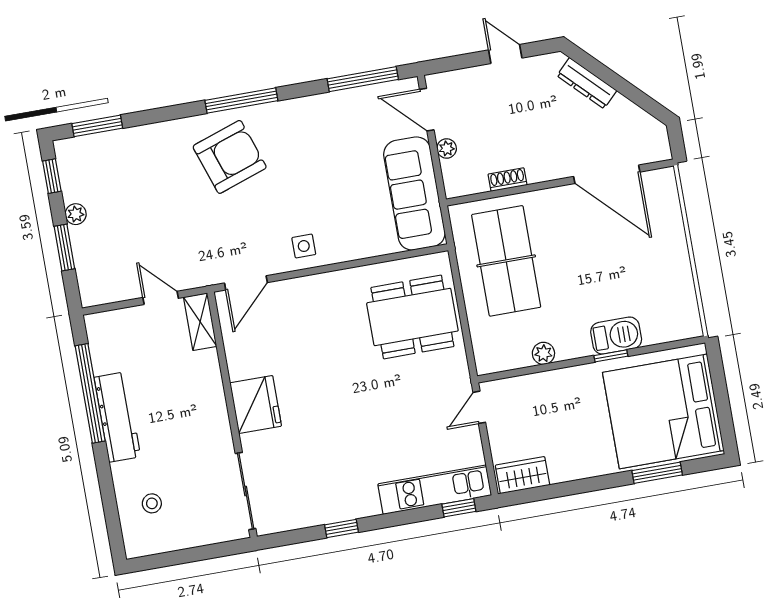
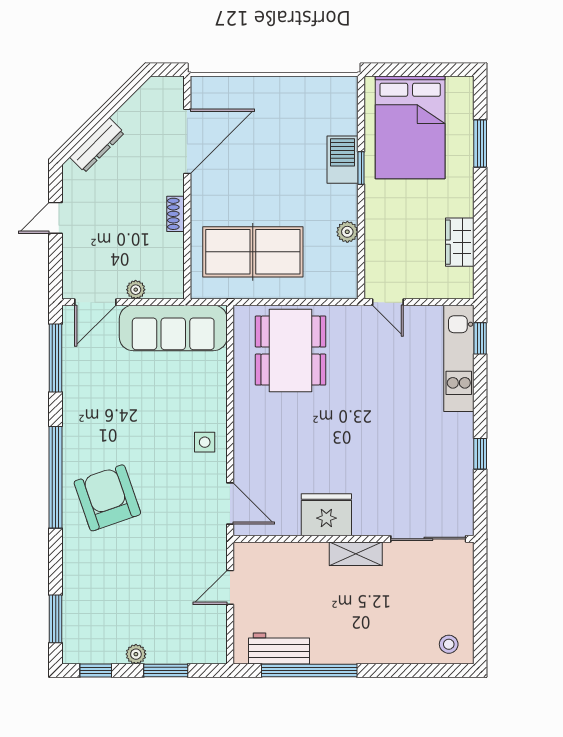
window: (241, 100) -> (56, 477), width x1.46
shoe rack: (507, 180) -> (176, 214), moved
shelving: (200, 322) -> (356, 554), moved
fridge: (256, 405) -> (326, 515), moved
bed: (663, 411) -> (410, 127), width x0.73
workbench: (117, 417) -> (279, 648), moved, width x0.73
wardrobe: (522, 475) -> (460, 242), moved
stool: (152, 503) -> (449, 644), moved

